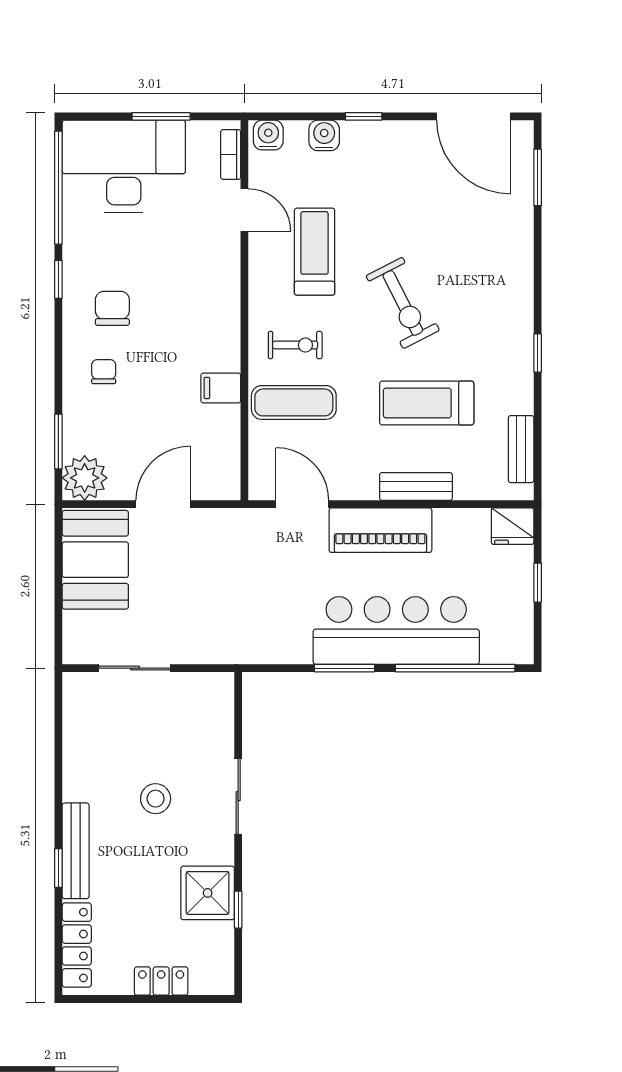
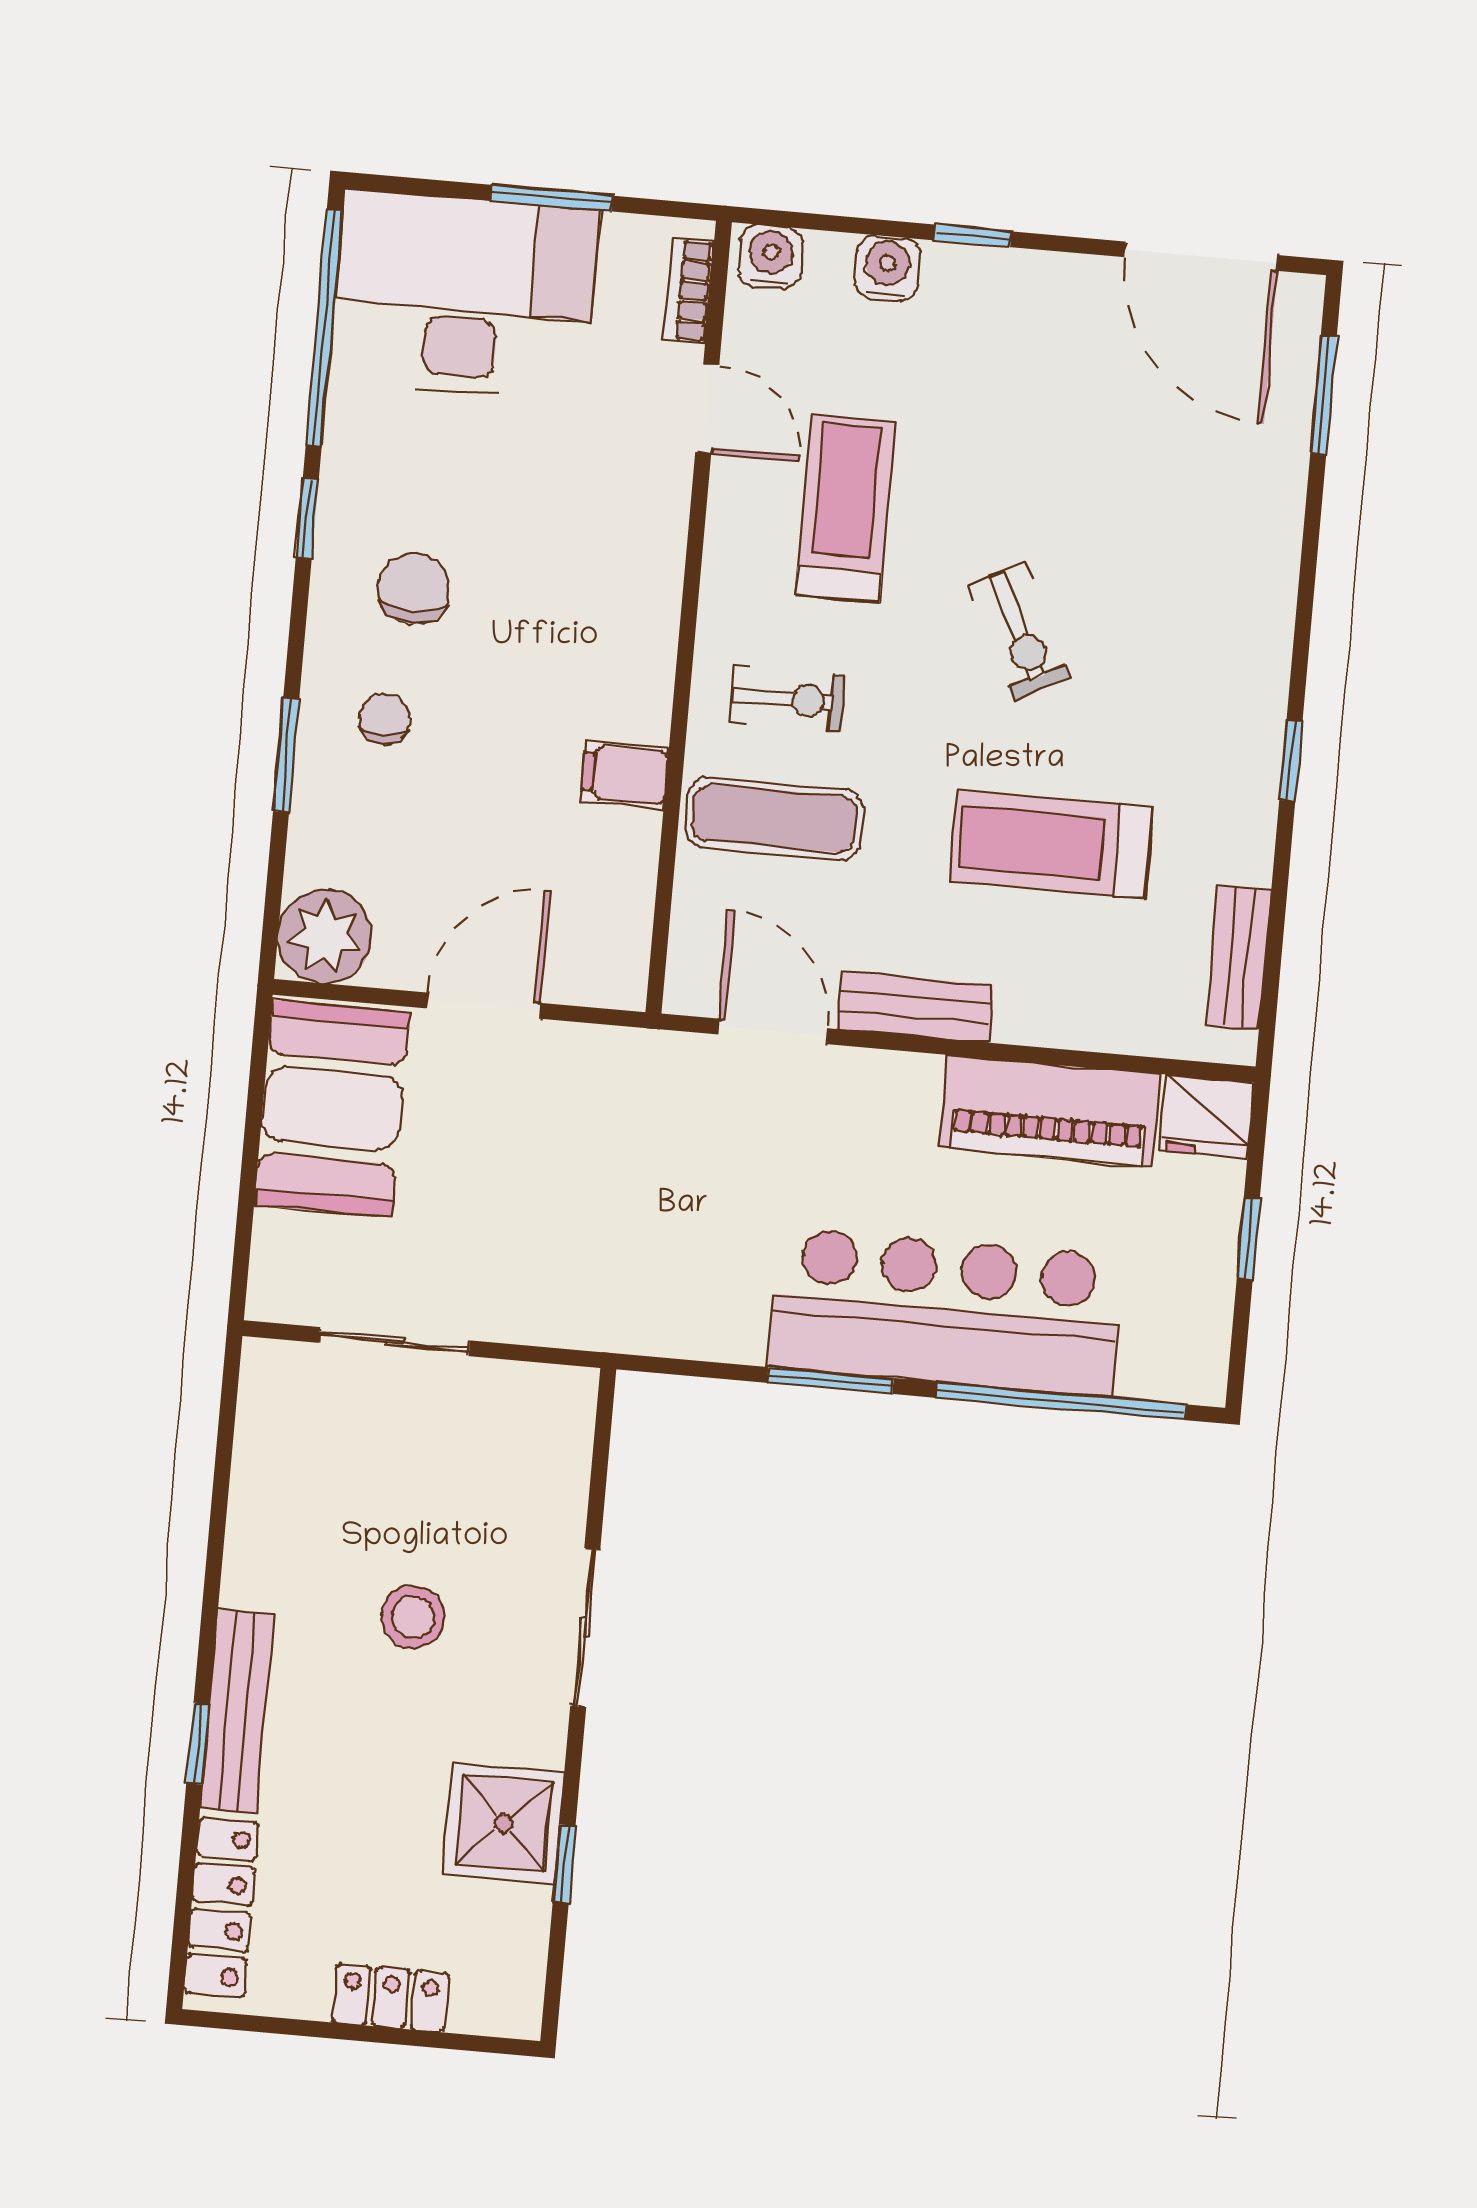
exercise bike: (403, 303) -> (1020, 631), width x0.73, depth x0.72
window: (58, 441) -> (286, 755), moved
bench: (416, 486) -> (915, 1007), moved
piano: (380, 530) -> (1050, 1111), moved

